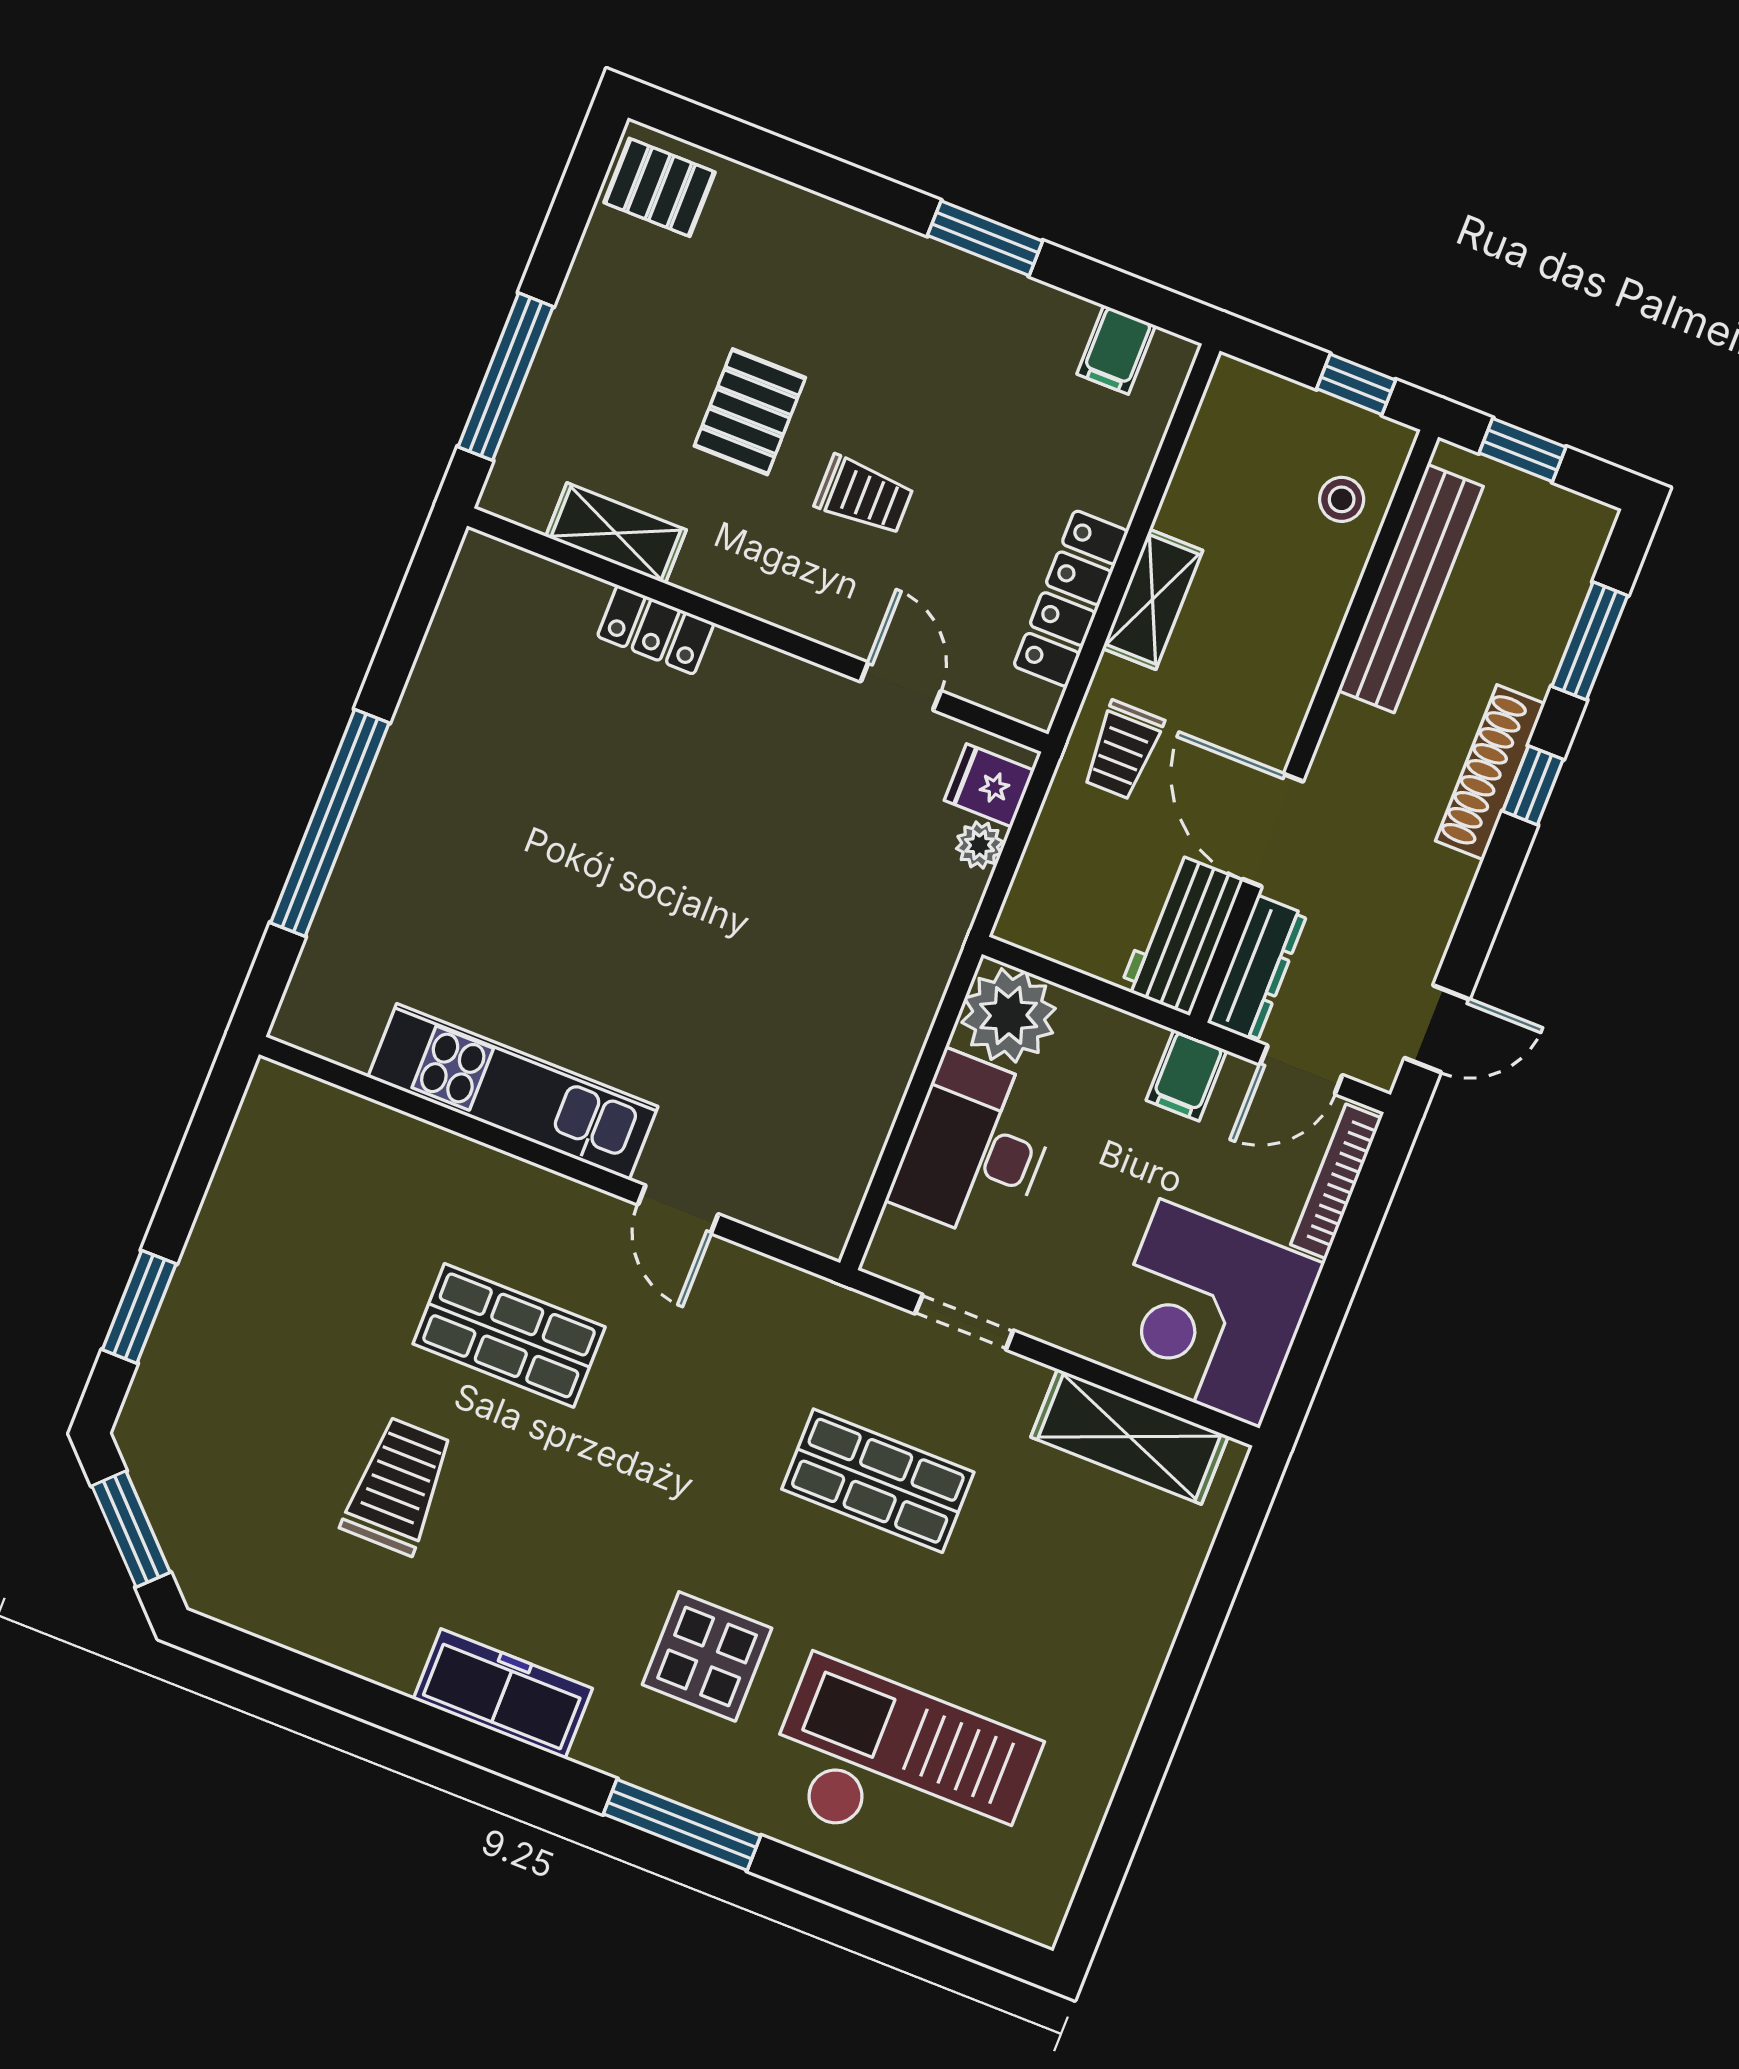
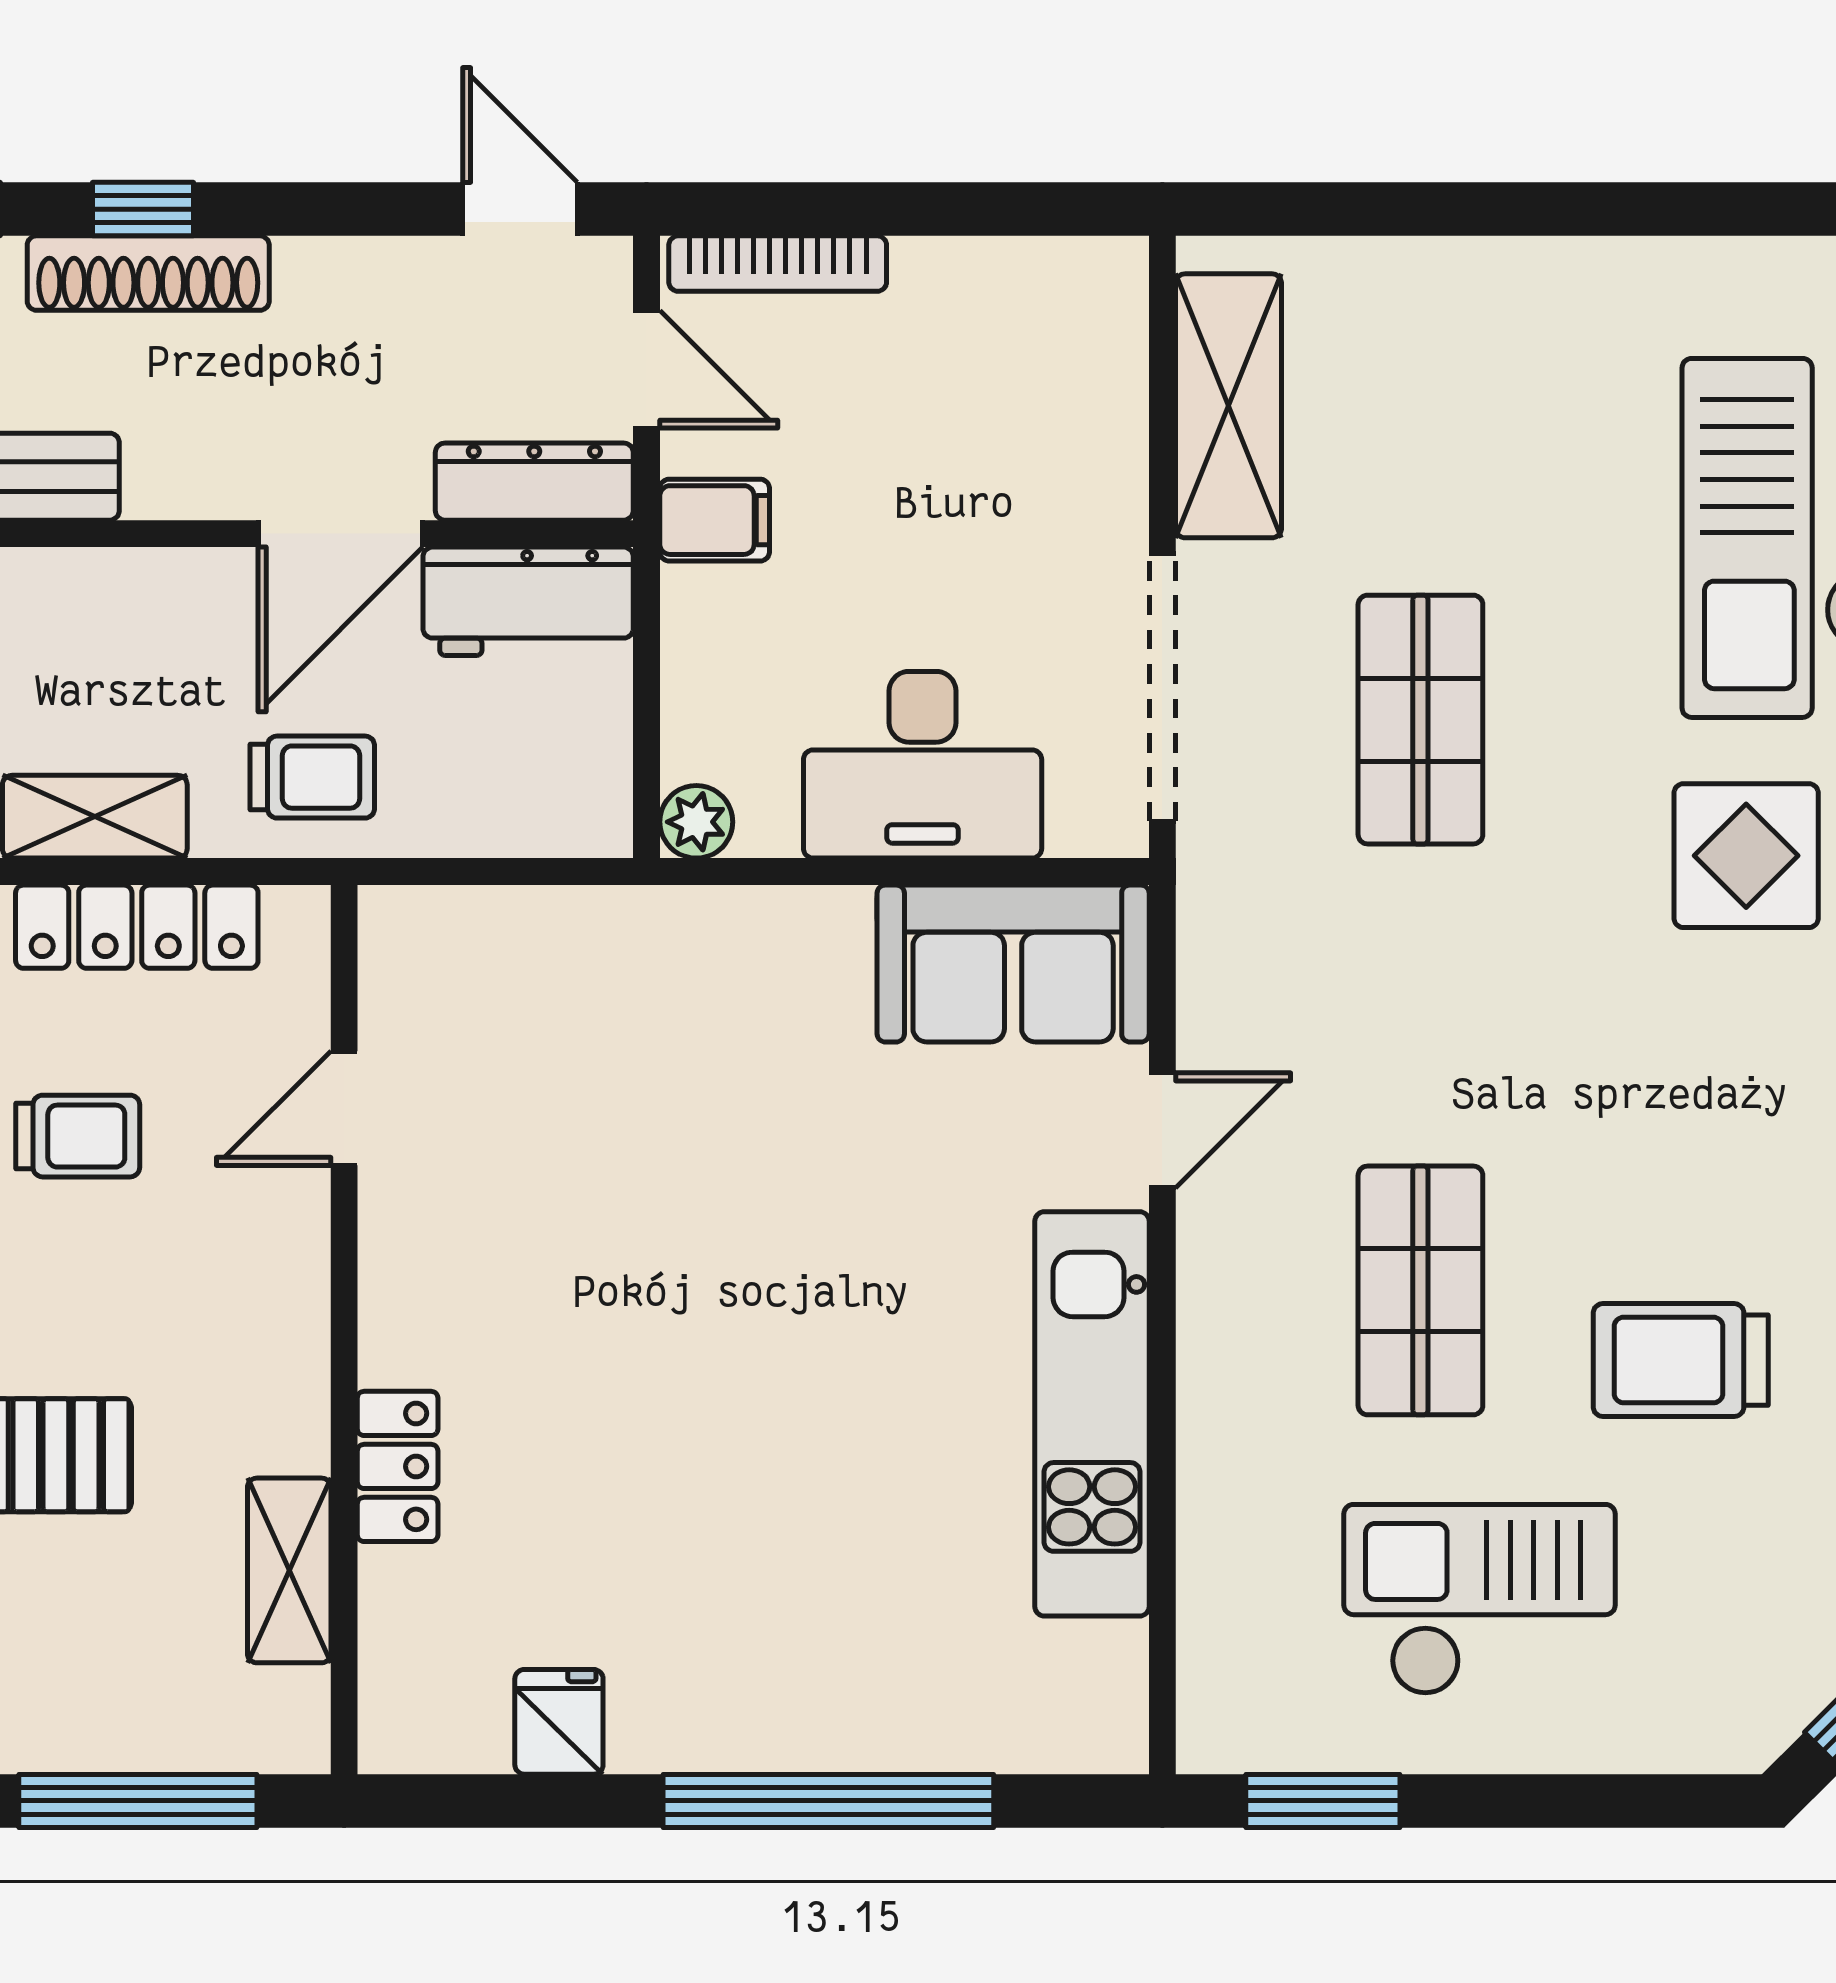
trolley: (864, 495) -> (78, 1136), moved, turned 90
fridge: (989, 785) -> (559, 1722), moved, turned 180
plant: (980, 845) -> (515, 919), removed
plant: (1009, 1015) -> (696, 822), width x0.53, depth x0.53
sofa: (824, 1155) -> (1013, 964), added
checkout: (294, 1295) -> (1480, 1600), added
window: (139, 1307) -> (1323, 1801), moved
corner desk: (1210, 1313) -> (1021, 363), removed
doorway: (964, 1322) -> (1162, 688), width x1.88

